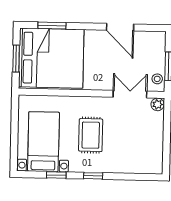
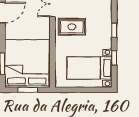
rug: (91, 135) -> (72, 27), moved

